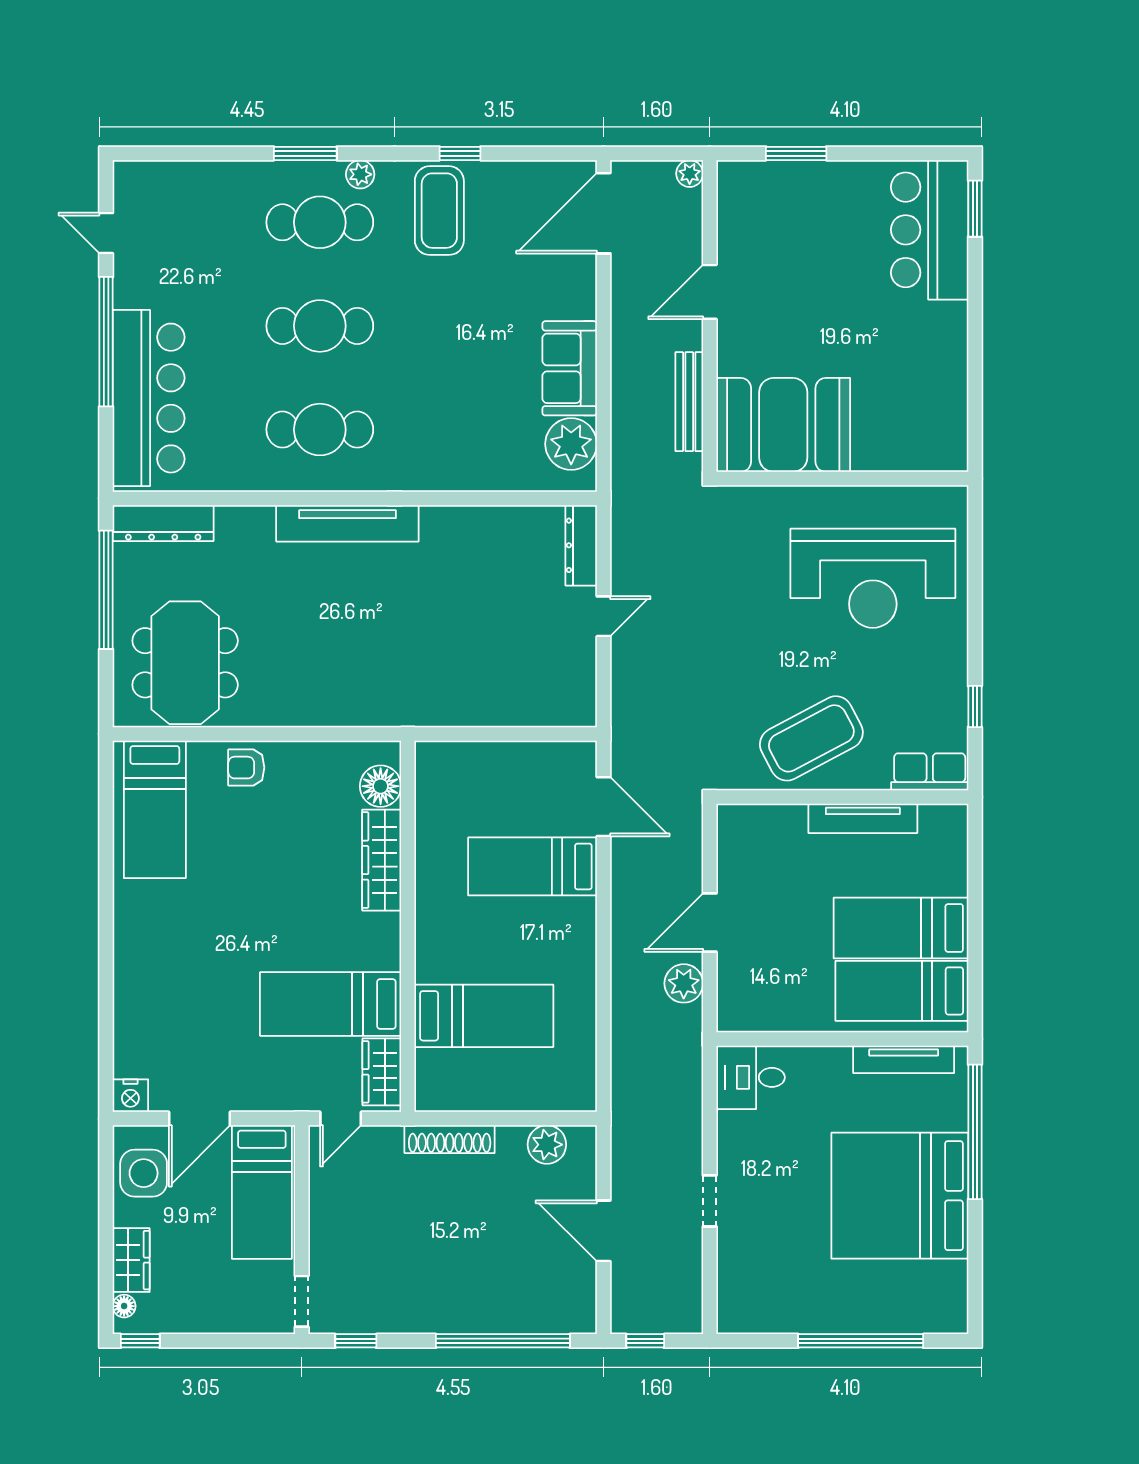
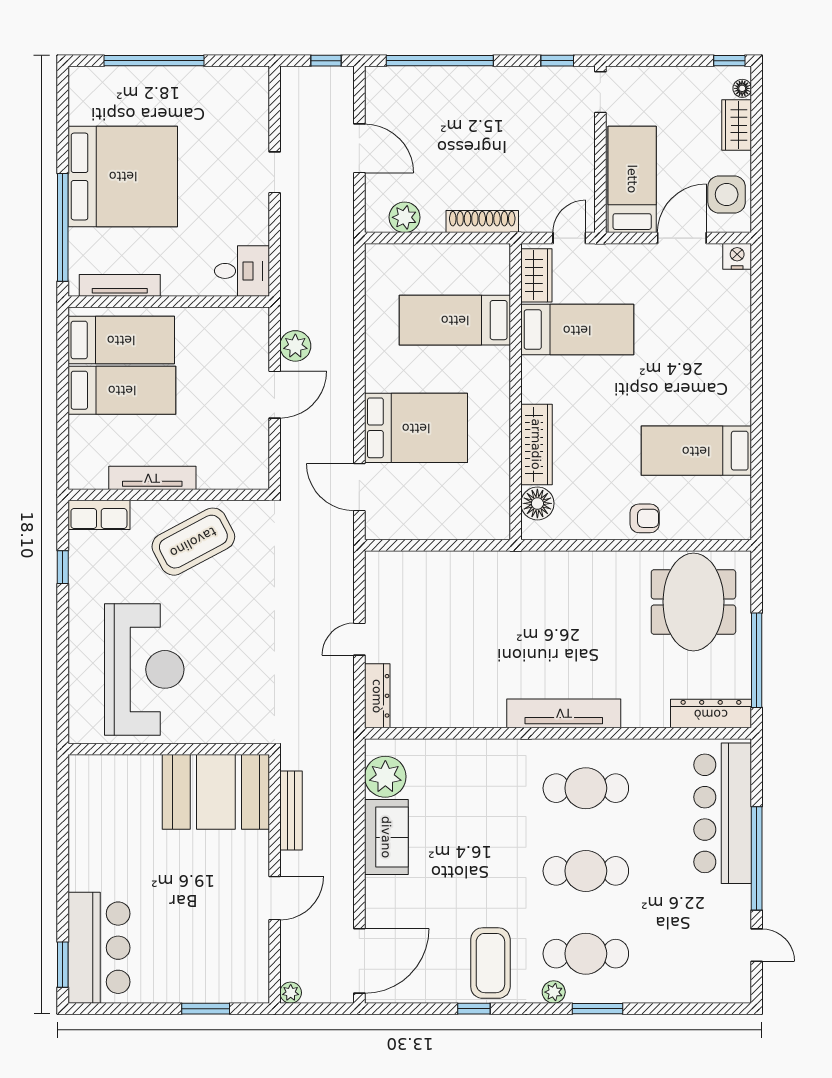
reception desk: (873, 578) -> (144, 669), turned 90
bed: (155, 809) -> (696, 451), moved, turned -90
bed: (533, 866) -> (416, 428), width x1.50

